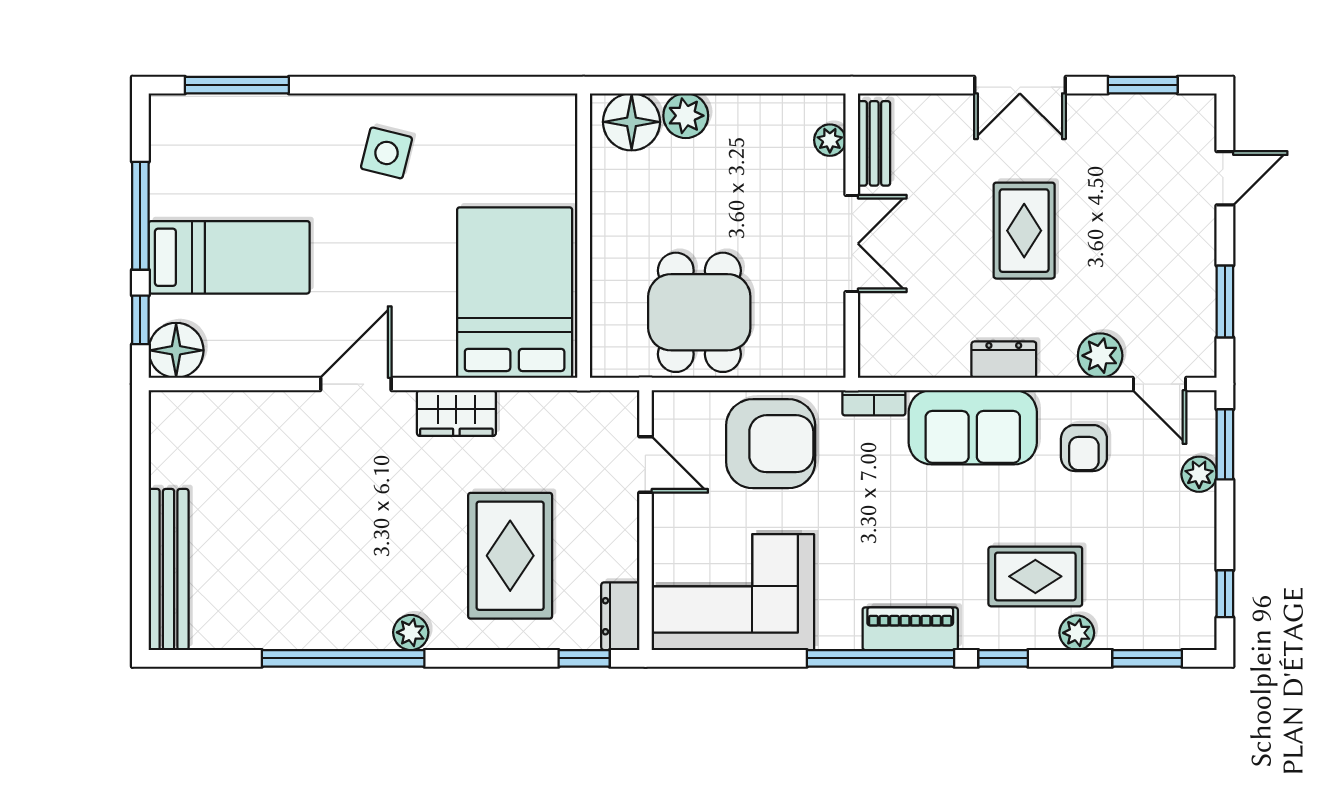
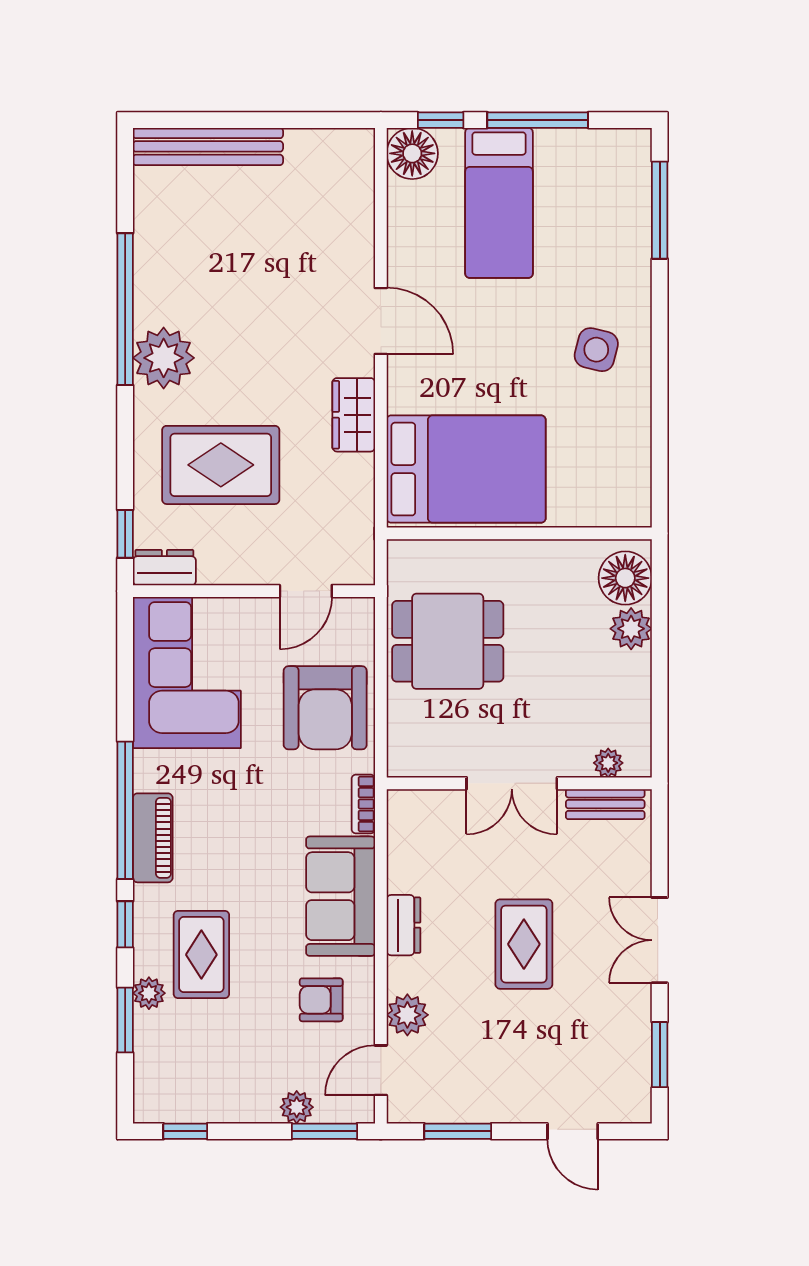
rug: (1024, 231) -> (524, 944), turned 90
plant: (411, 632) -> (164, 358), width x1.87, depth x1.87
window: (1147, 658) -> (125, 1020), moved

